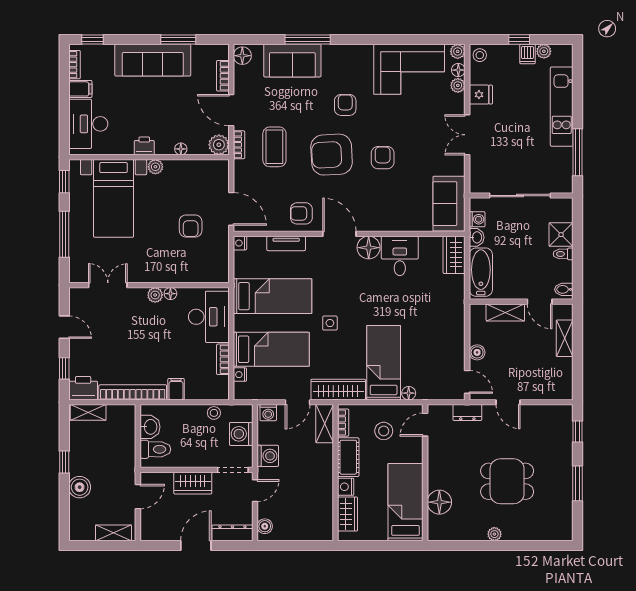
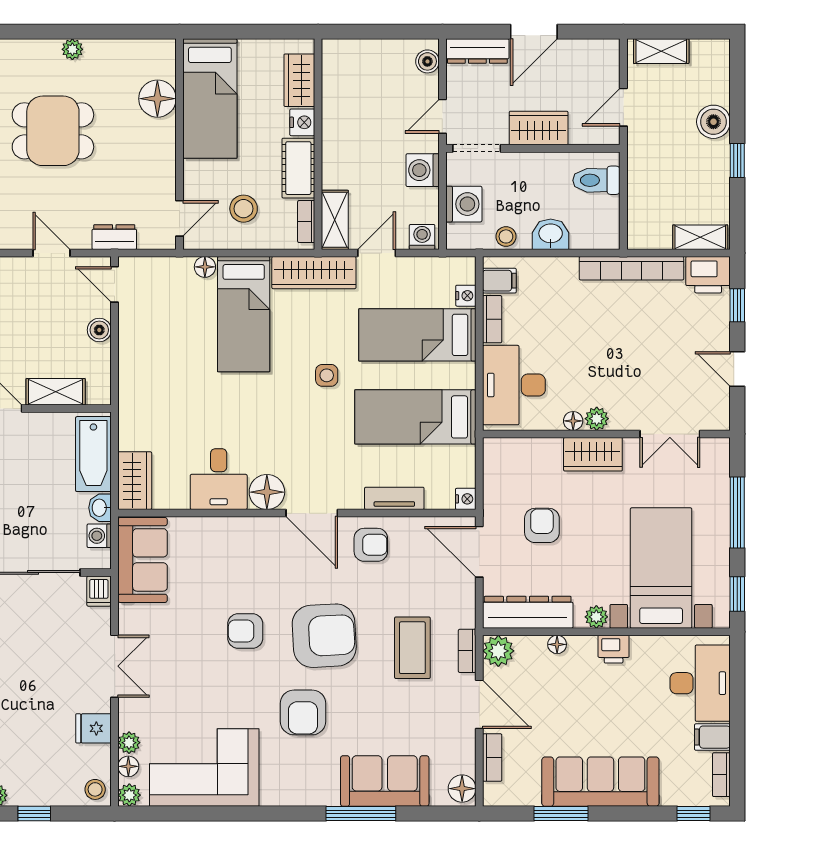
dishwasher: (527, 54) -> (99, 591), moved, turned 180
armchair: (345, 105) -> (303, 712), width x1.38, depth x1.38
armchair: (383, 158) -> (245, 631), turned 90
dresser: (200, 170) -> (528, 612), added
wardrobe: (158, 272) -> (593, 454), added
filing cabinet: (176, 389) -> (499, 281), moved, turned -90
washbasin: (150, 427) -> (551, 234), moved, turned 90

